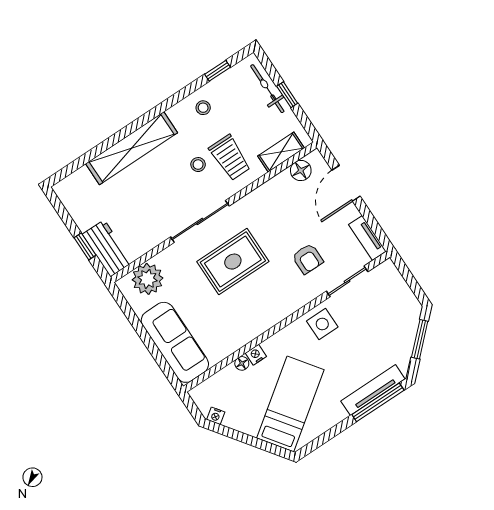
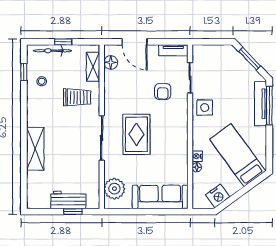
stool: (203, 108) -> (42, 81), moved
shelving: (132, 148) -> (35, 149), width x0.68
stool: (198, 165) -> (69, 118), removed
workbench: (107, 248) -> (68, 200), moved
armchair: (308, 259) -> (163, 91), turned 90
nightstand: (216, 416) -> (218, 196), width x1.89, depth x1.79

